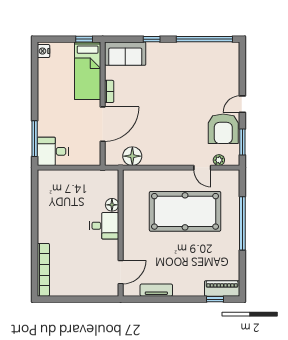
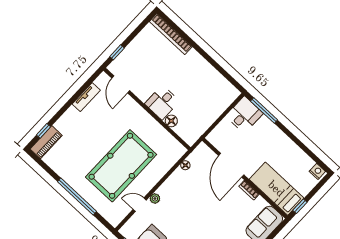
floor lamp: (132, 156) -> (185, 165), width x0.53, depth x0.53
plant: (219, 160) -> (155, 198), moved
window: (98, 299) -> (117, 52), added

